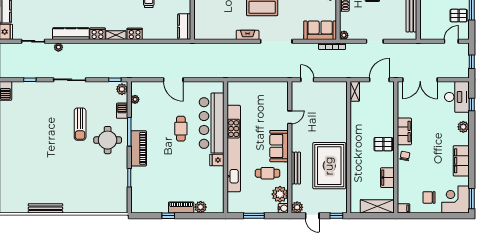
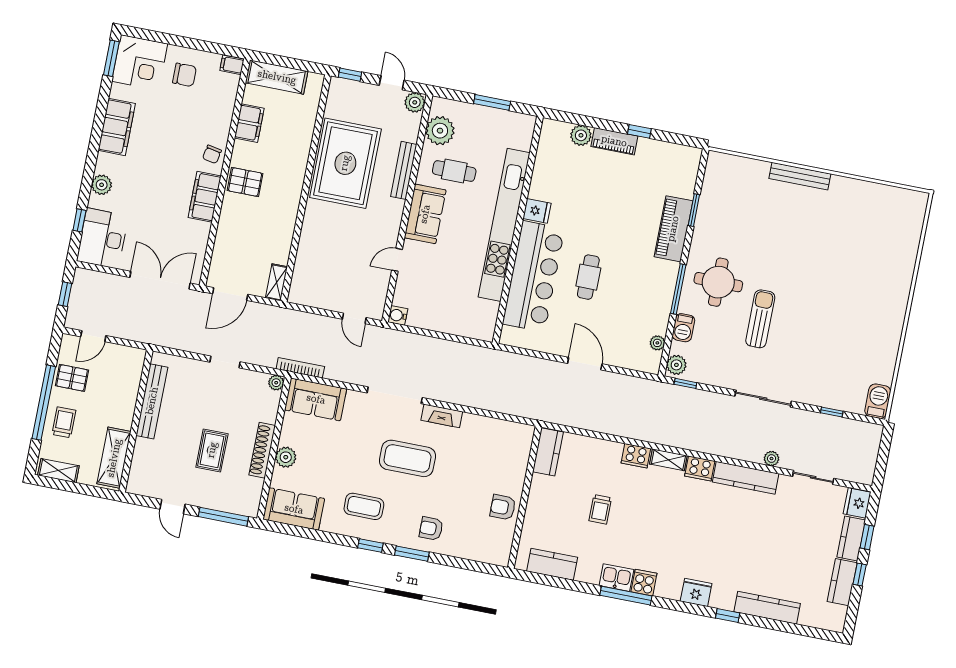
piano: (139, 148) -> (673, 229), moved
bench: (45, 208) -> (800, 176), moved
water cooler: (283, 208) -> (398, 315), moved

